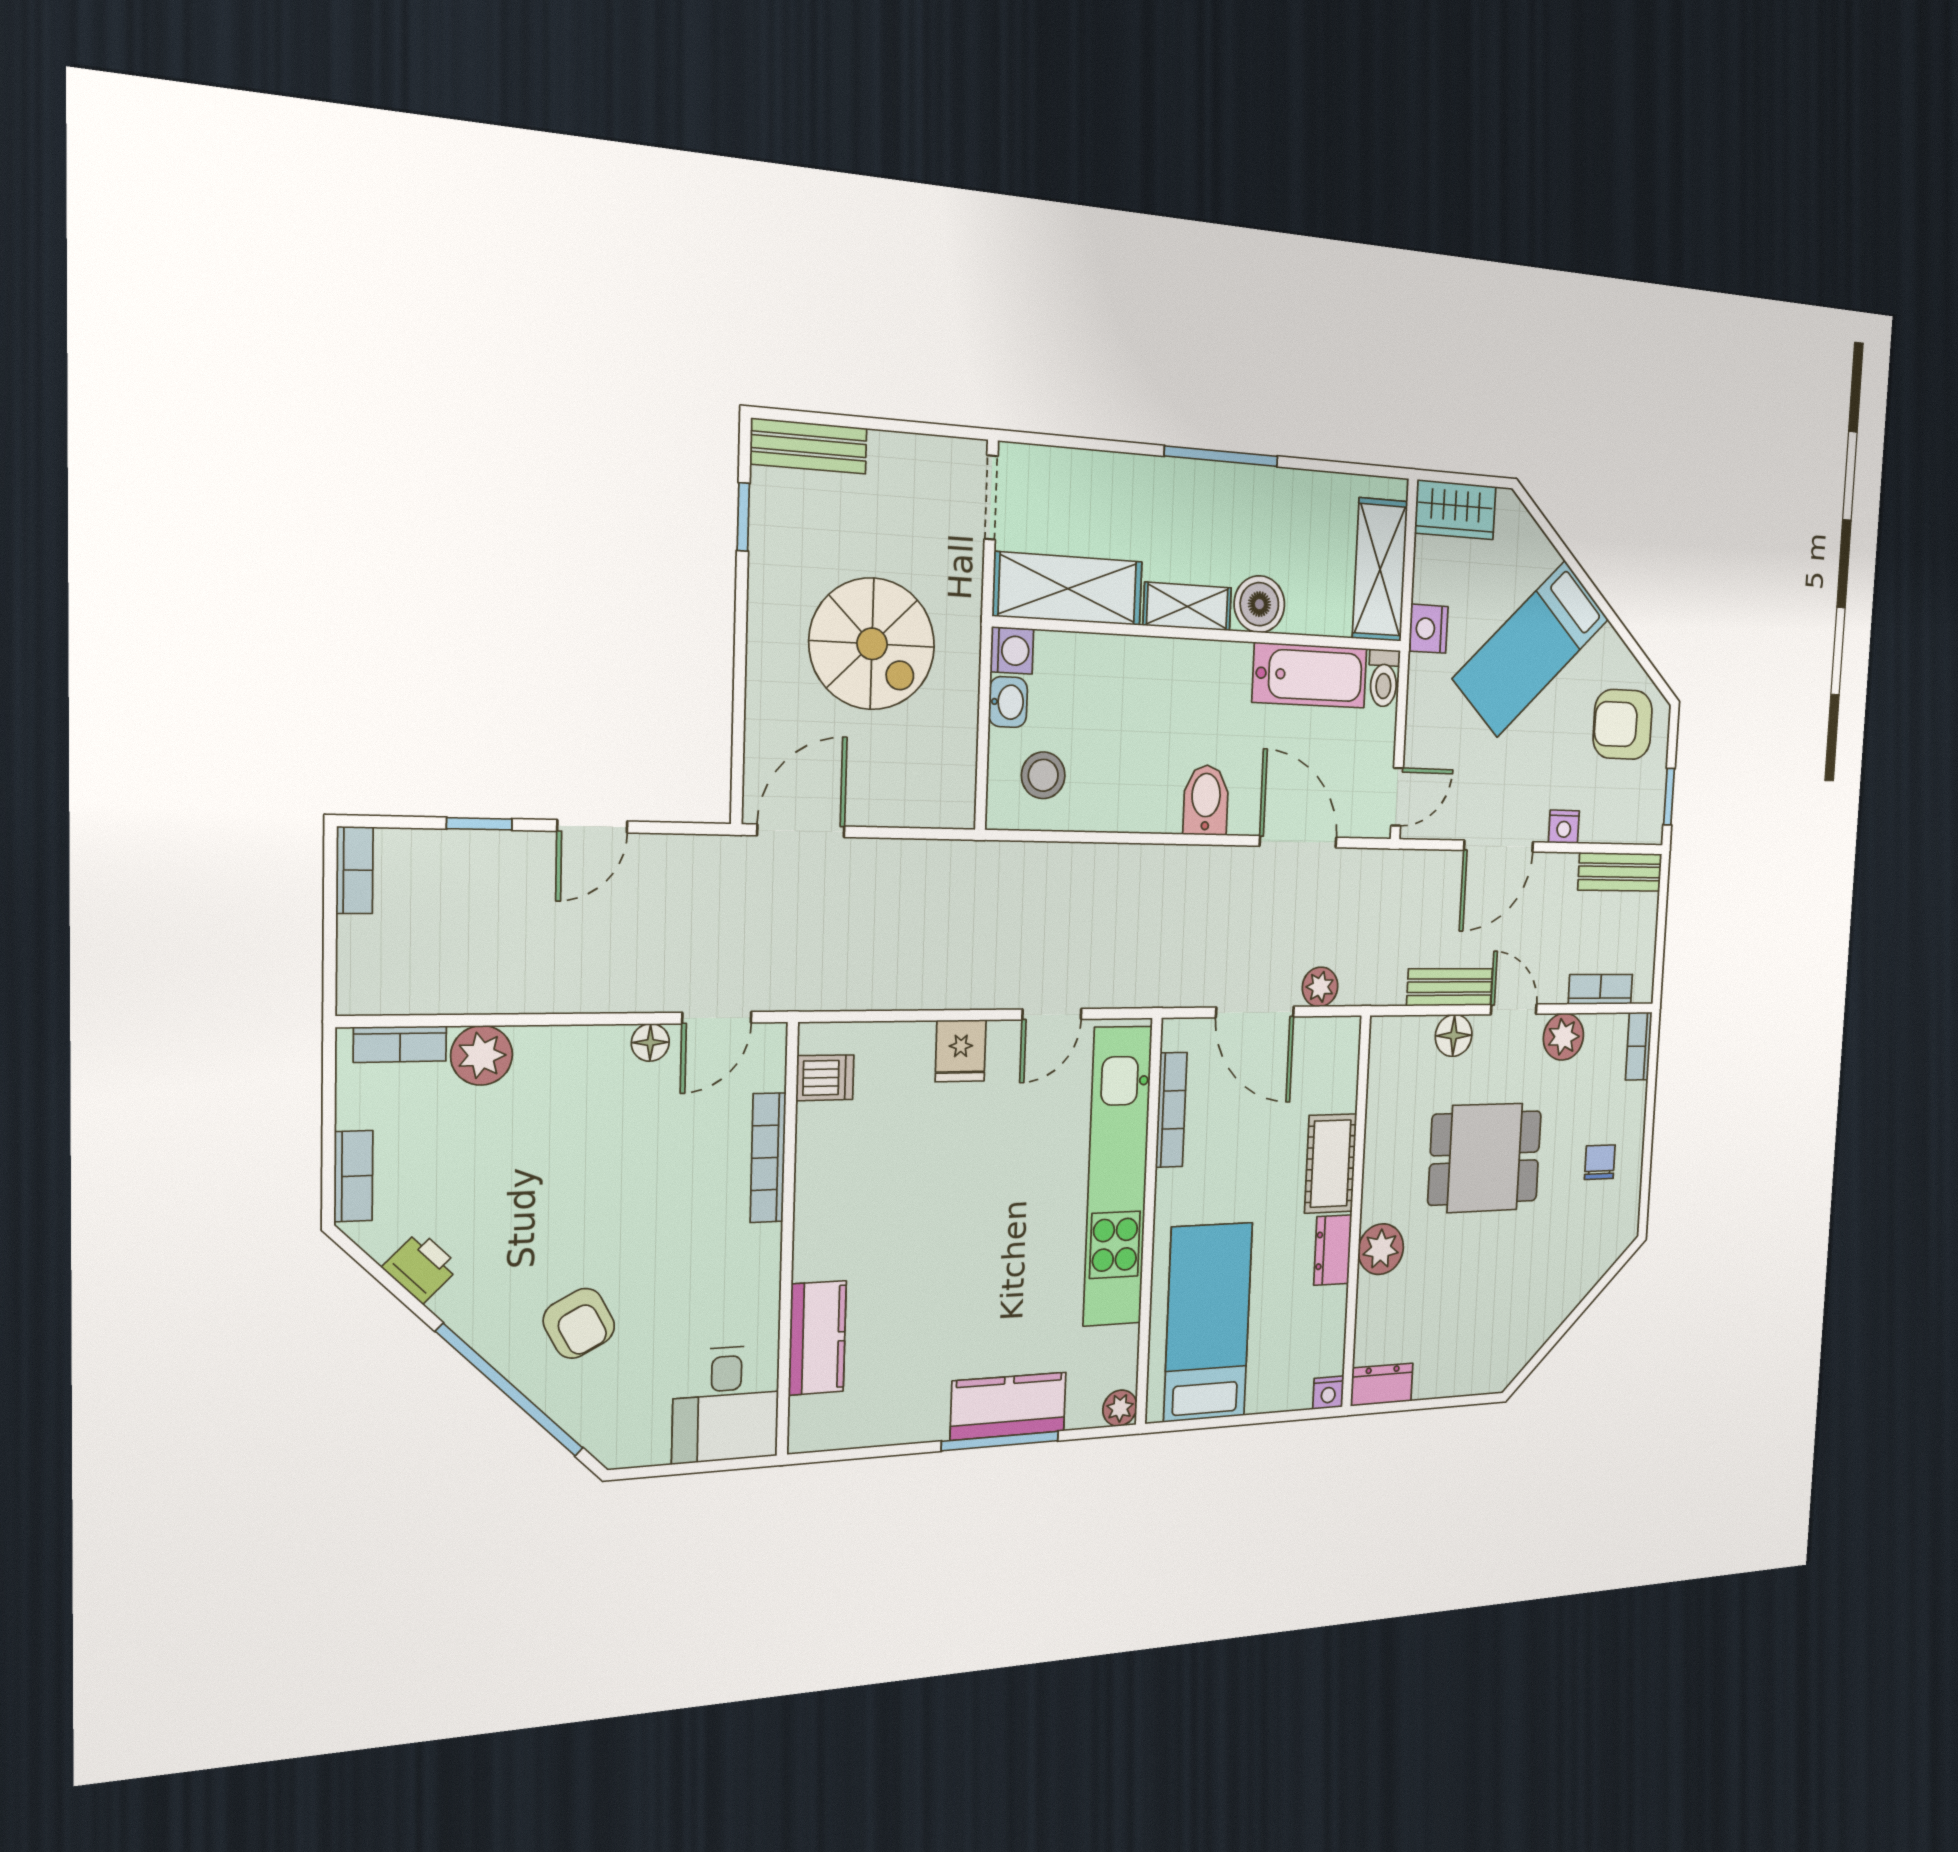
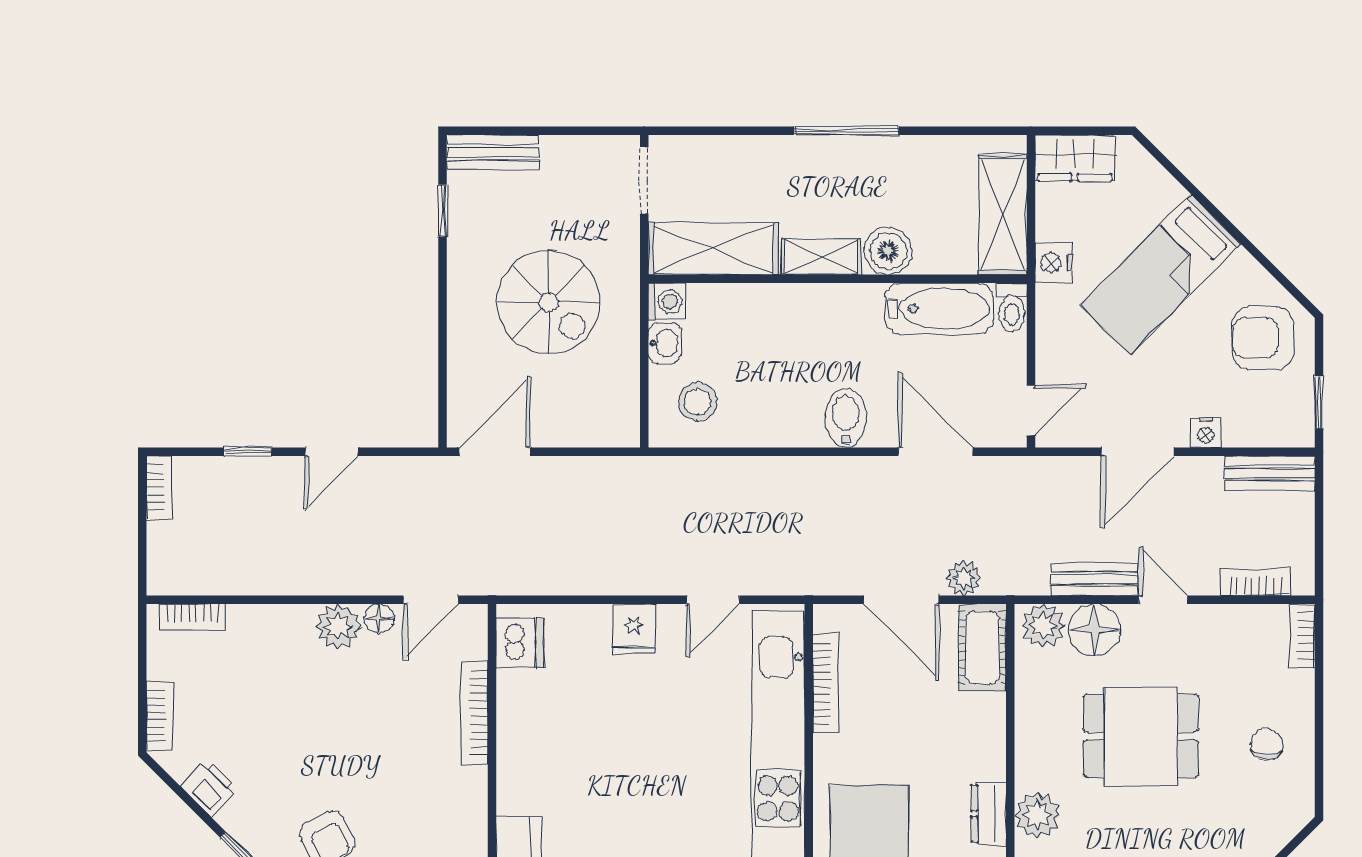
floor lamp: (1454, 1035) -> (1094, 630), width x1.38, depth x1.38
plant: (1563, 1037) -> (1043, 626), moved
plant: (482, 1055) -> (338, 627), moved
dishwasher: (825, 1078) -> (519, 642), width x1.38
cot: (1331, 1164) -> (982, 648), moved

